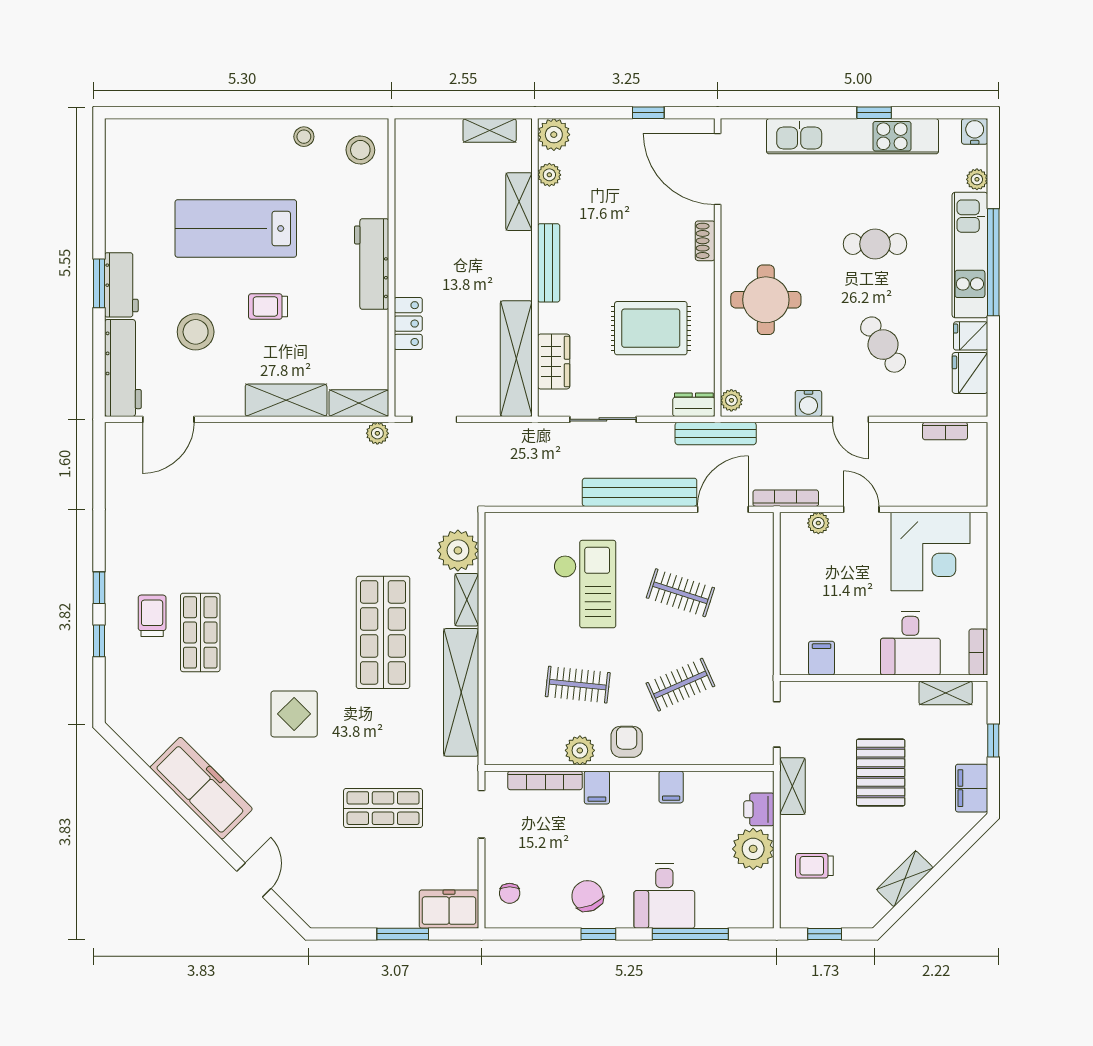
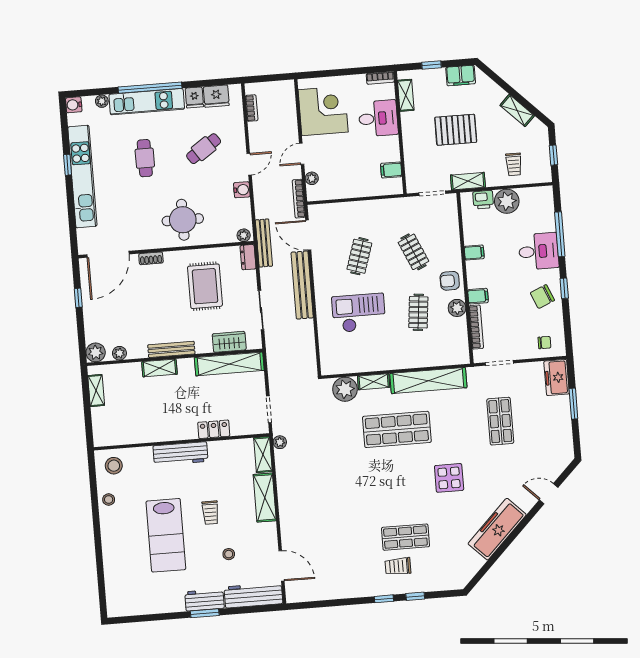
shelving: (519, 202) -> (159, 368), moved
stool: (196, 332) -> (229, 554), width x0.53, depth x0.53

